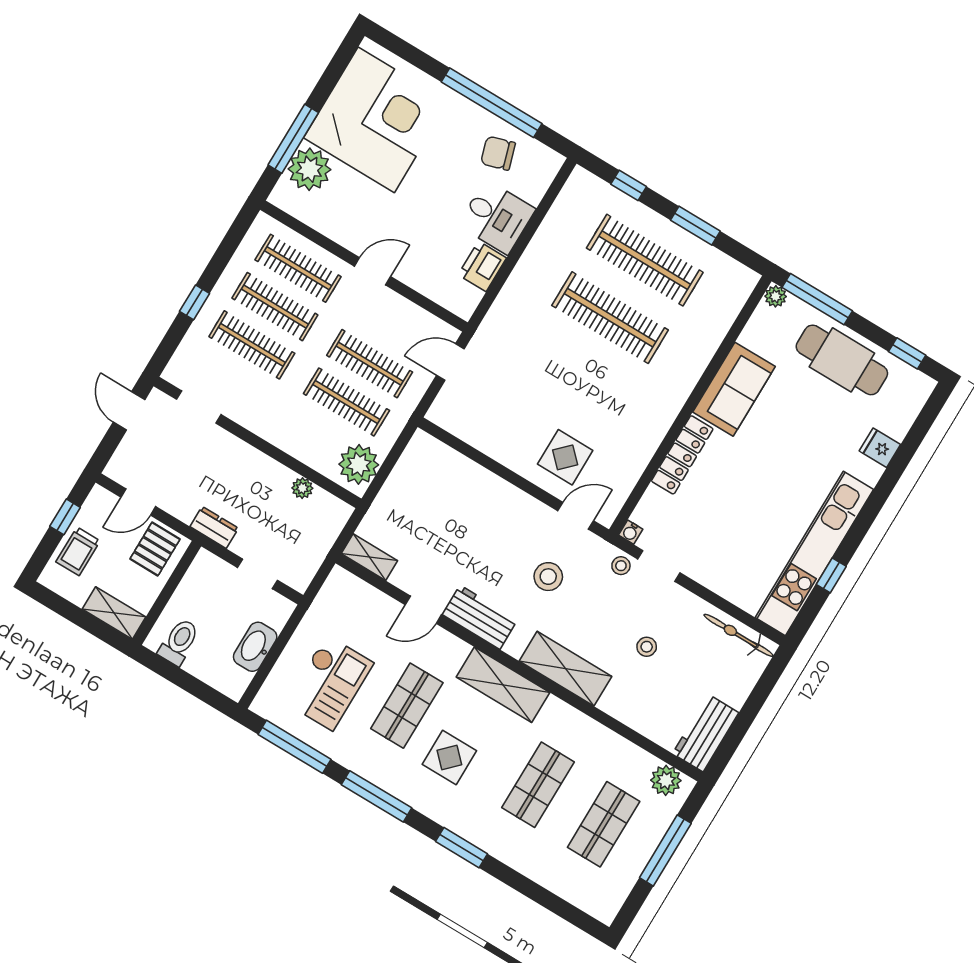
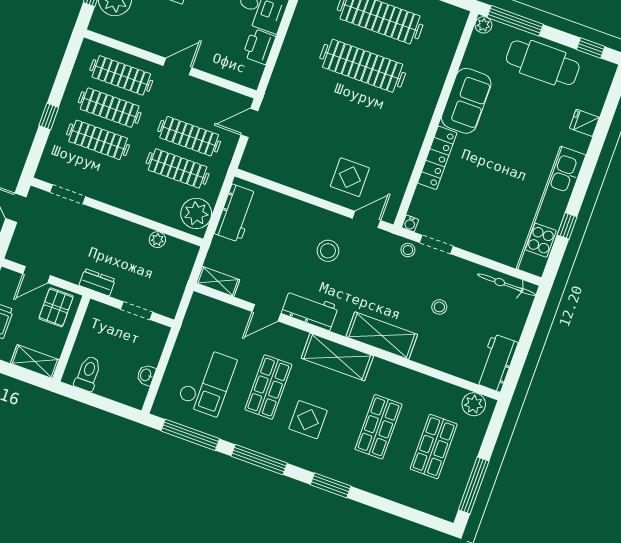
workbench: (410, 474) -> (236, 213), added
stool: (548, 577) -> (328, 251), moved
washbasin: (255, 647) -> (146, 375), width x0.52, depth x0.69
window: (665, 851) -> (474, 485), moved

